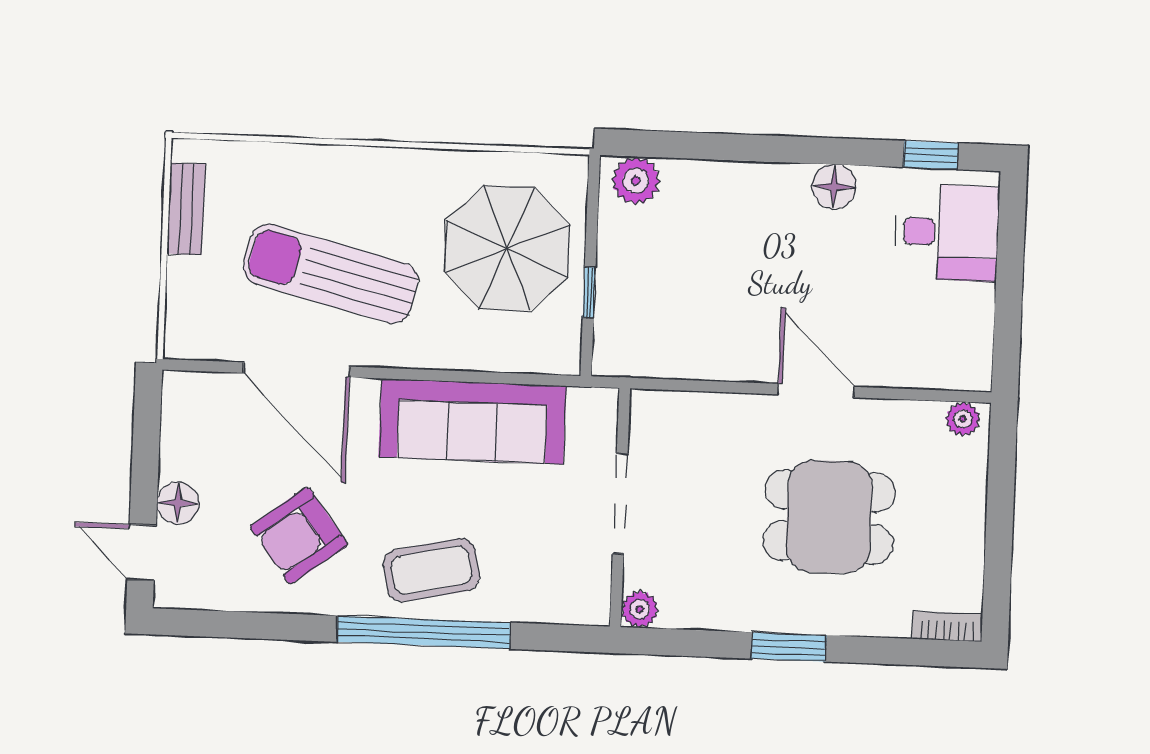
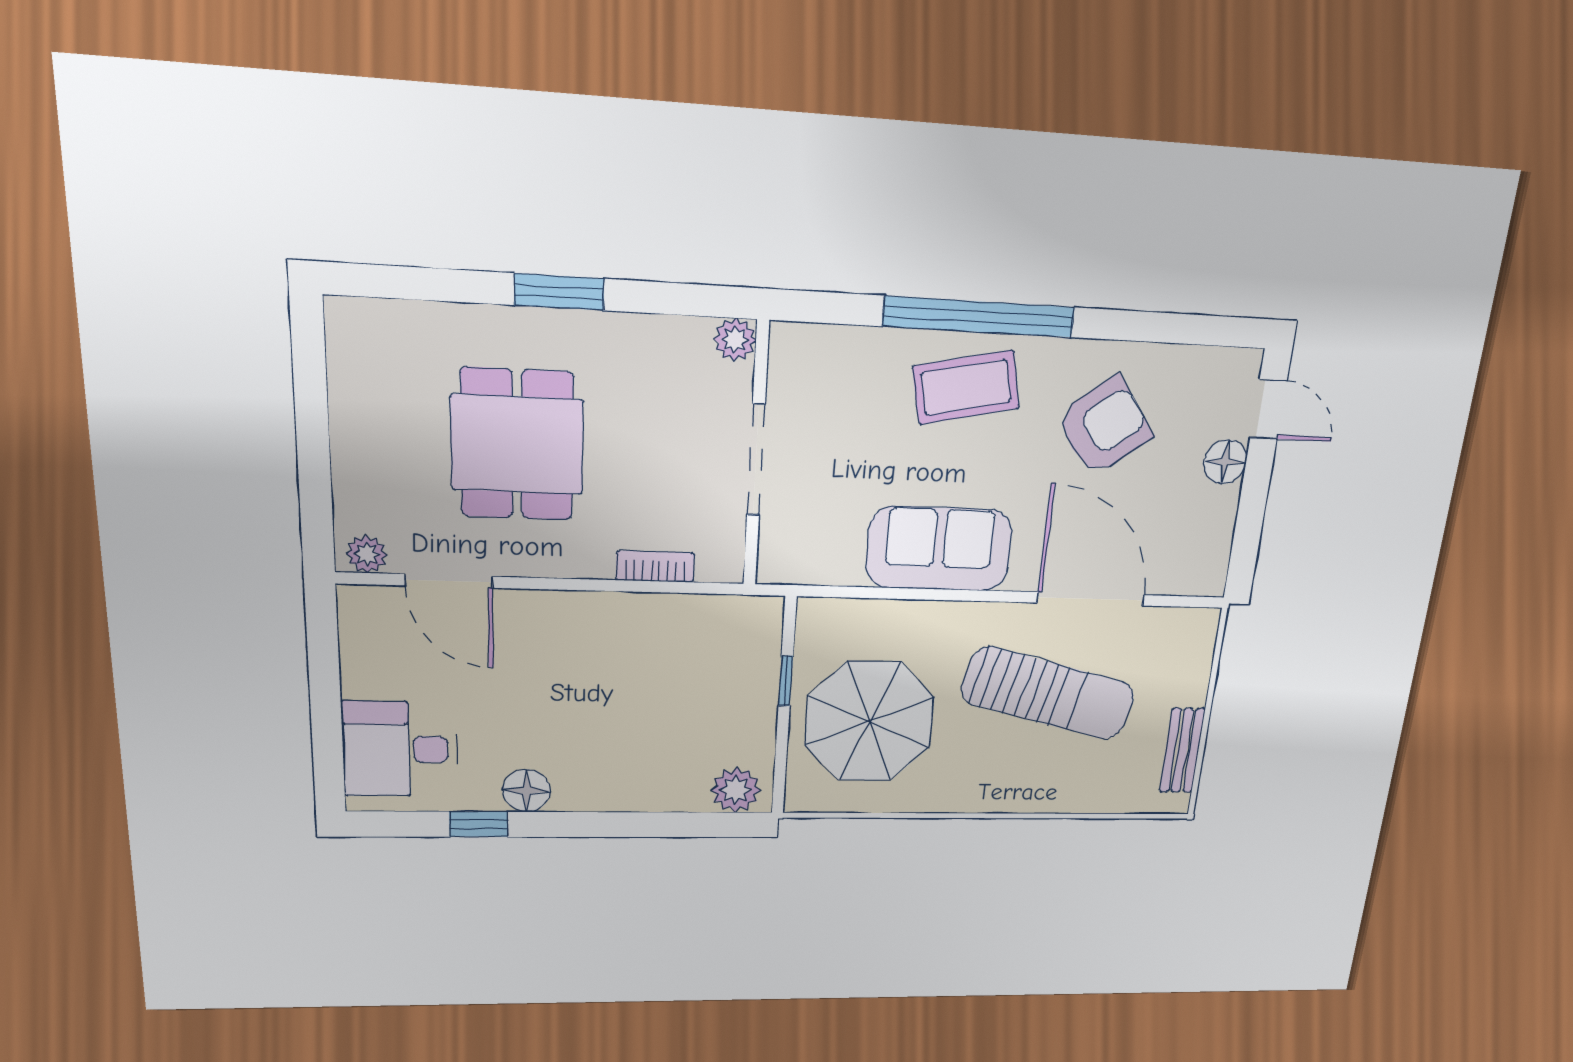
window: (931, 155) -> (479, 824), moved
door: (816, 391) -> (449, 581), moved
sofa: (472, 421) -> (939, 549), width x0.73
dining table: (829, 517) -> (517, 445), turned 90
bookcase: (947, 626) -> (655, 566), moved, turned 180

